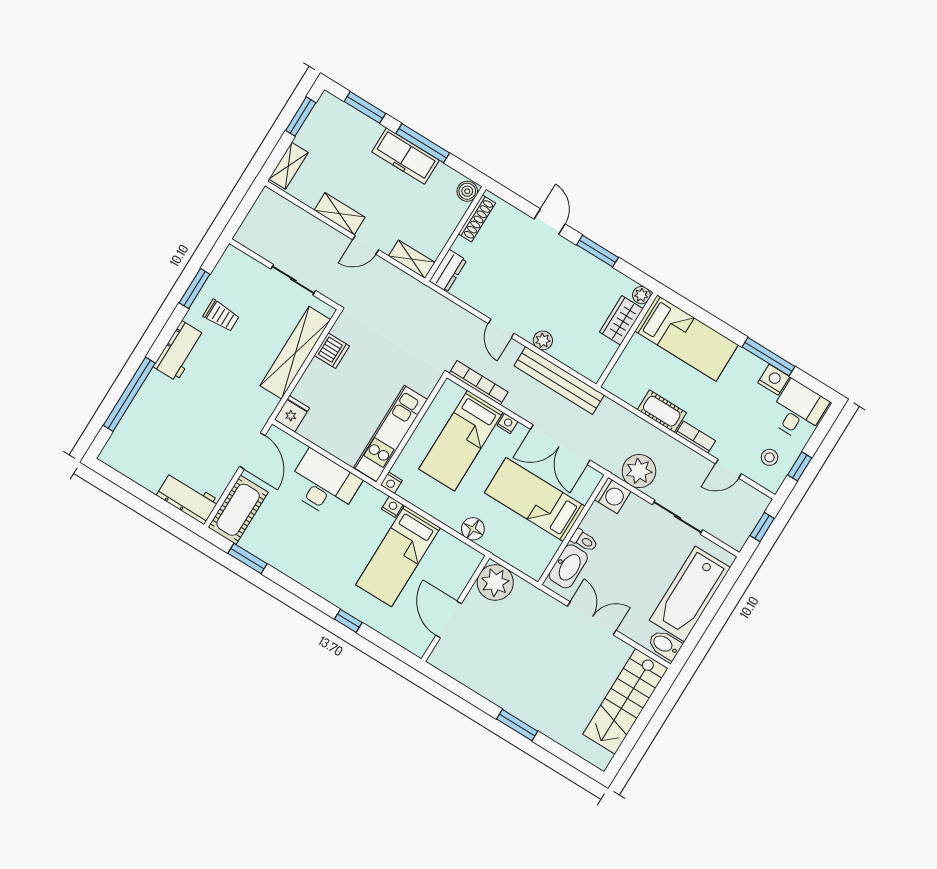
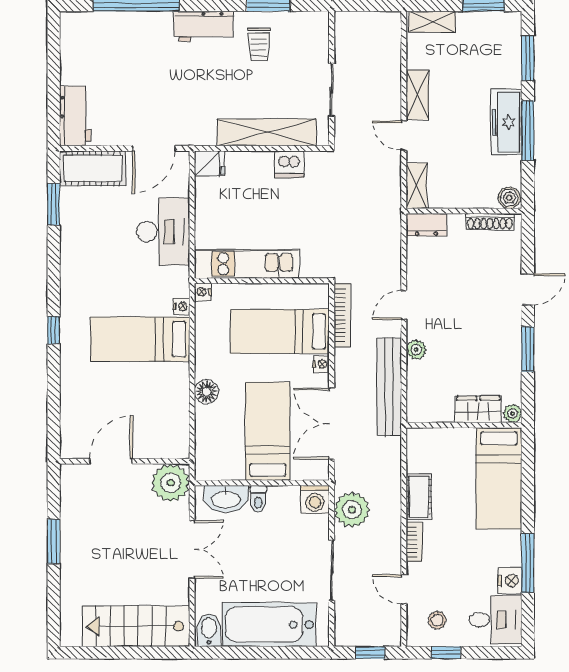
plant: (495, 582) -> (171, 483), moved
wall: (455, 609) -> (125, 461), moved
door: (449, 619) -> (111, 461), moved

